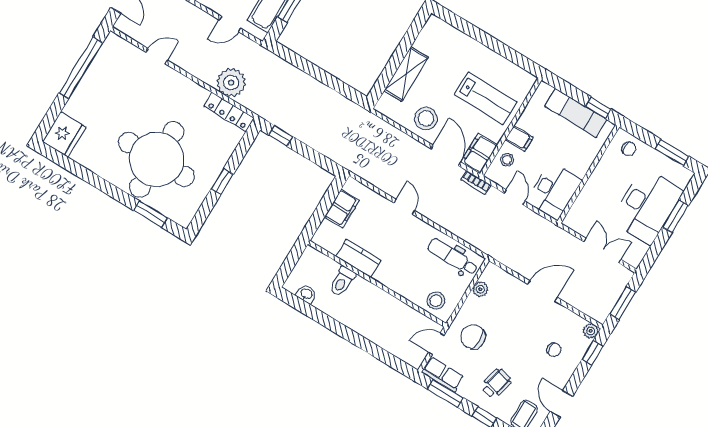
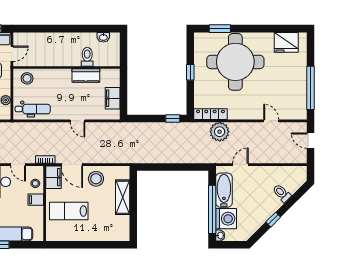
door: (157, 56) -> (271, 121), swing flipped
fridge: (64, 135) -> (286, 42), moved, turned -90

